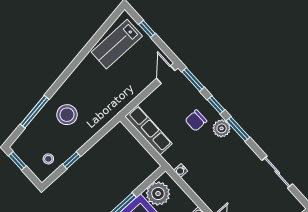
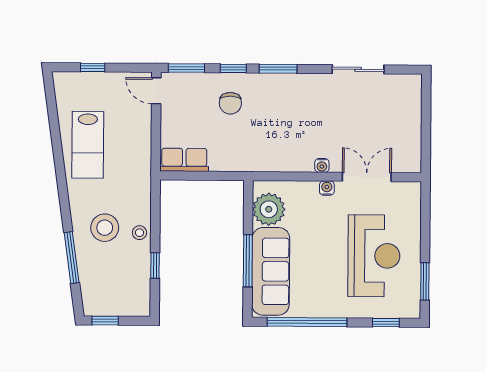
lab bench: (117, 44) -> (88, 145), moved
plant: (222, 128) -> (262, 85), removed
row of seats: (148, 130) -> (184, 160), width x0.68
stool: (48, 159) -> (140, 233), moved
water cooler: (181, 170) -> (322, 165), moved

